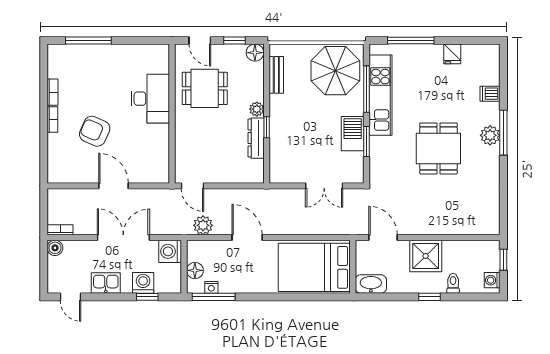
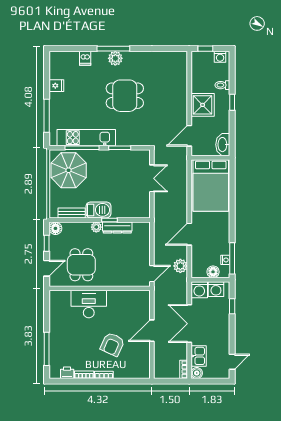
printer: (55, 69) -> (67, 373), added
barbecue: (353, 134) -> (98, 210), moved, turned 180
kitchen sink: (106, 283) -> (199, 356), moved, turned 180
washing machine: (143, 283) -> (216, 289), moved, turned -90

